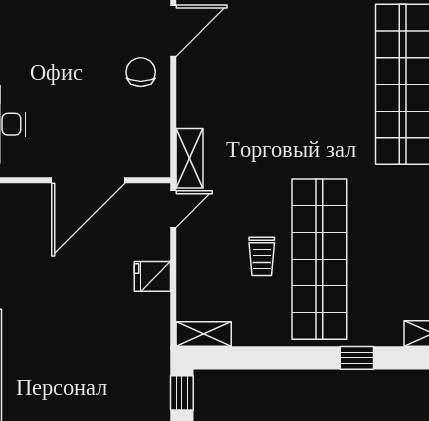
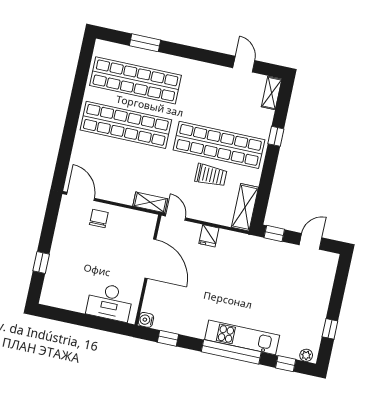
chair: (141, 72) -> (99, 218), turned 90
shop shelf: (319, 84) -> (126, 125), added
trolley: (262, 256) -> (211, 175), width x1.36, depth x1.39
shelving: (204, 334) -> (245, 207), width x1.50, depth x1.33

